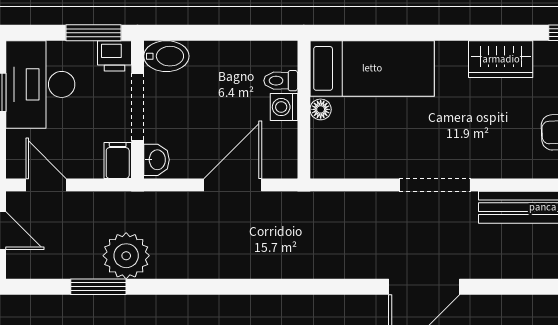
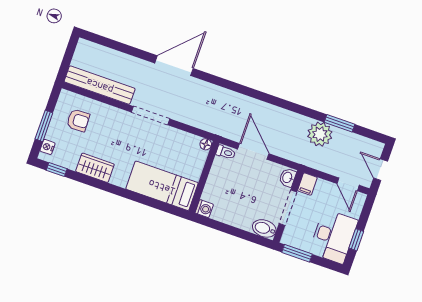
printer: (114, 56) -> (291, 238), removed
toilet: (281, 81) -> (226, 152), moved
washing machine: (284, 107) -> (204, 209), moved
floor lamp: (321, 109) -> (206, 144), moved
door: (233, 185) -> (253, 151), swing flipped

